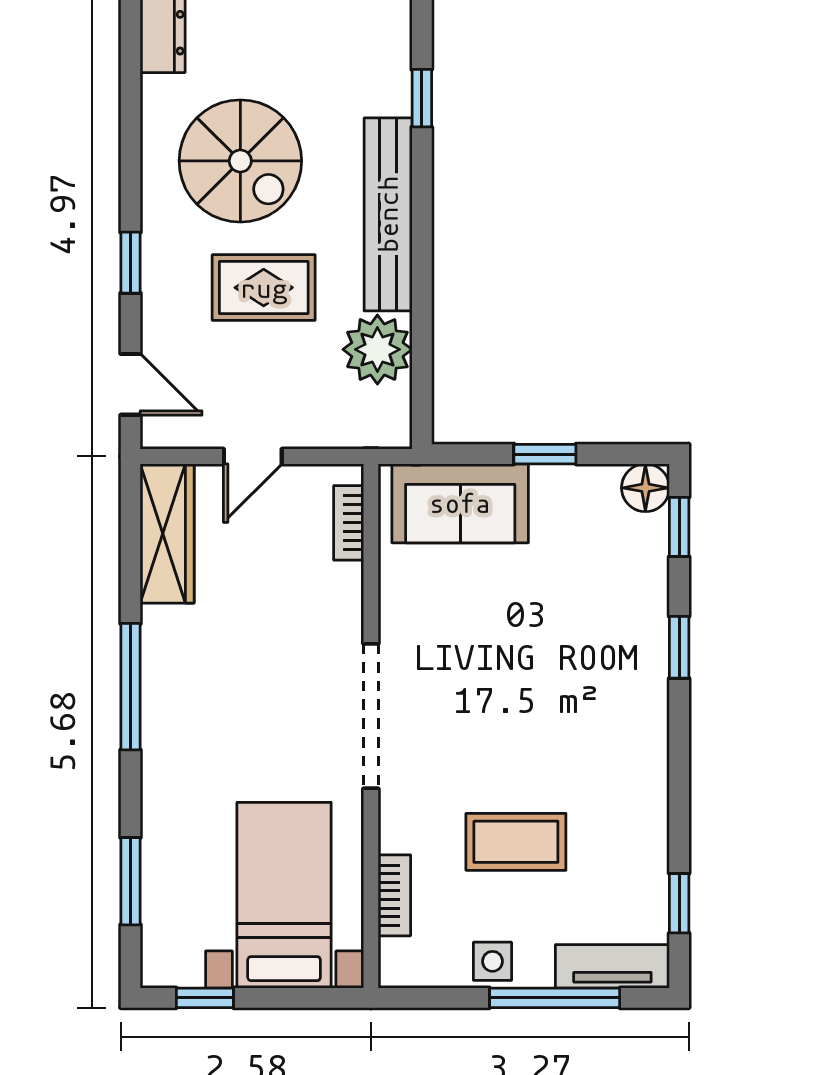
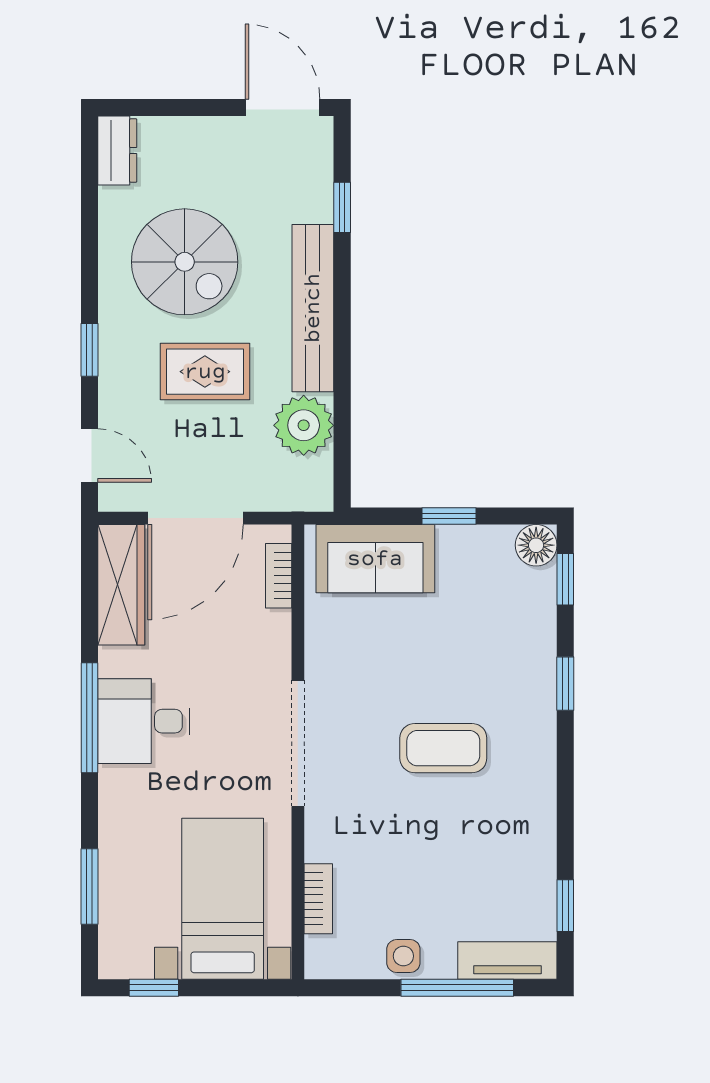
door: (253, 457) -> (195, 518), width x1.87
desk: (193, 691) -> (144, 721), added
coffee table: (516, 842) -> (443, 748), moved

